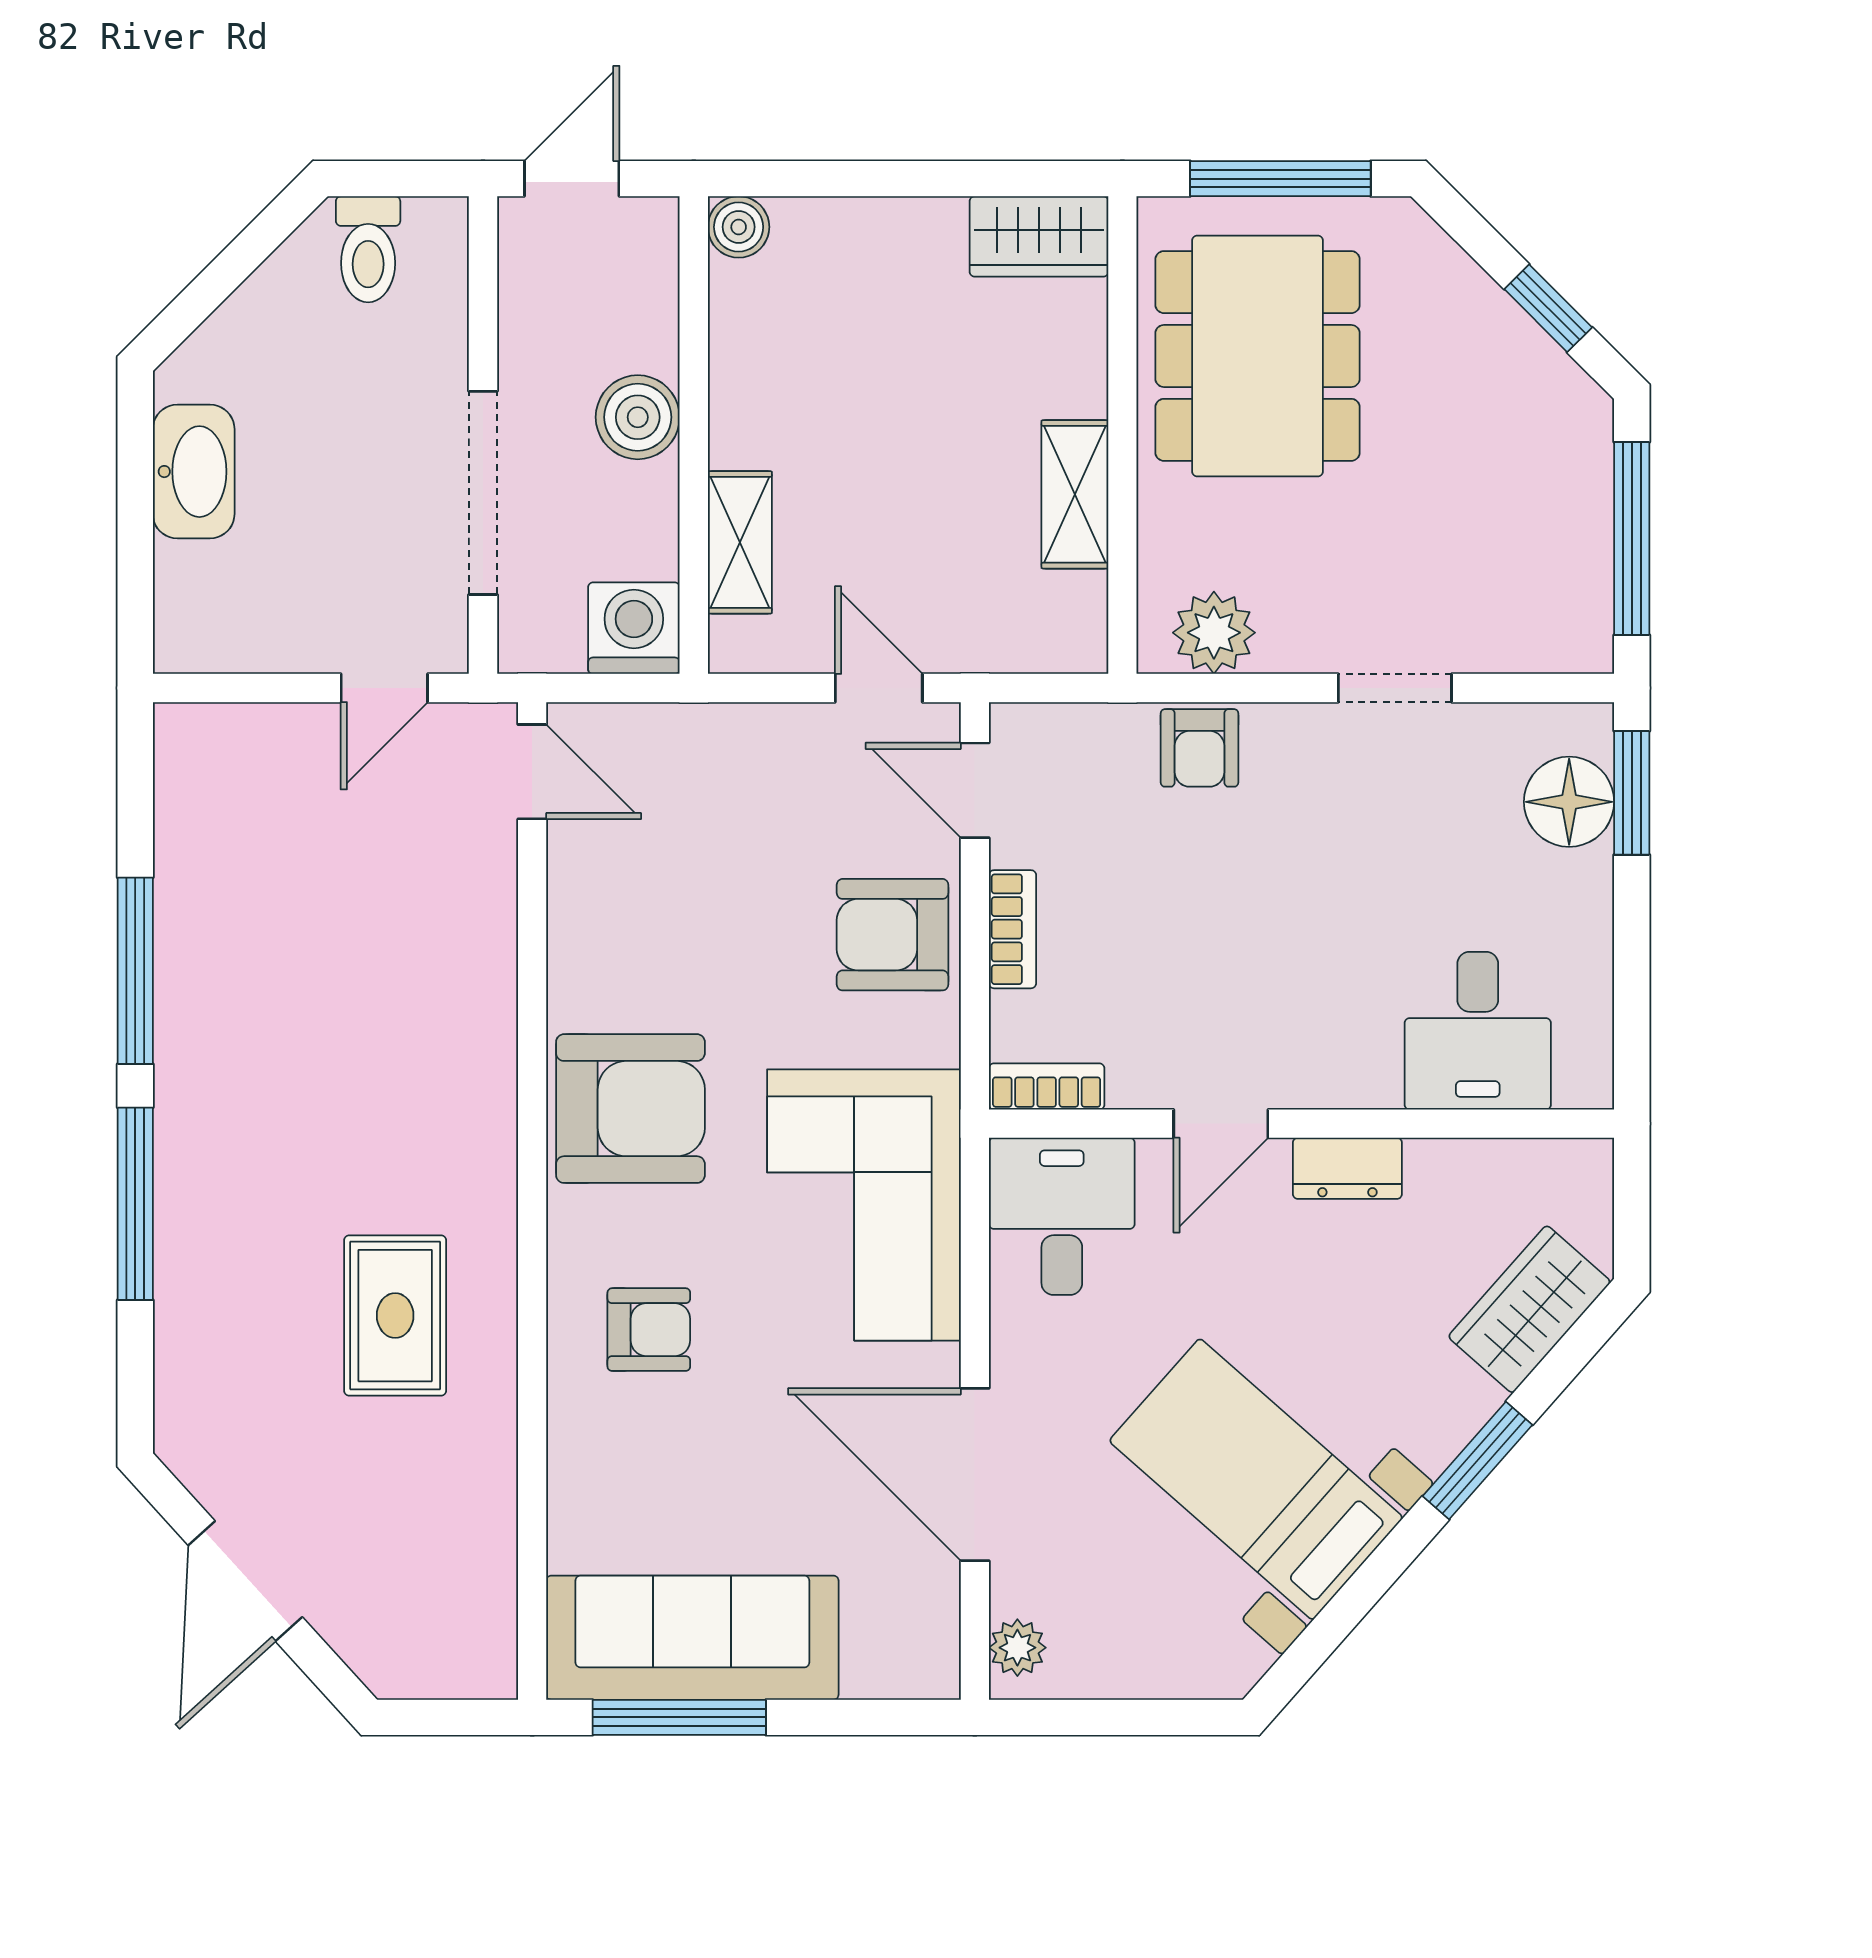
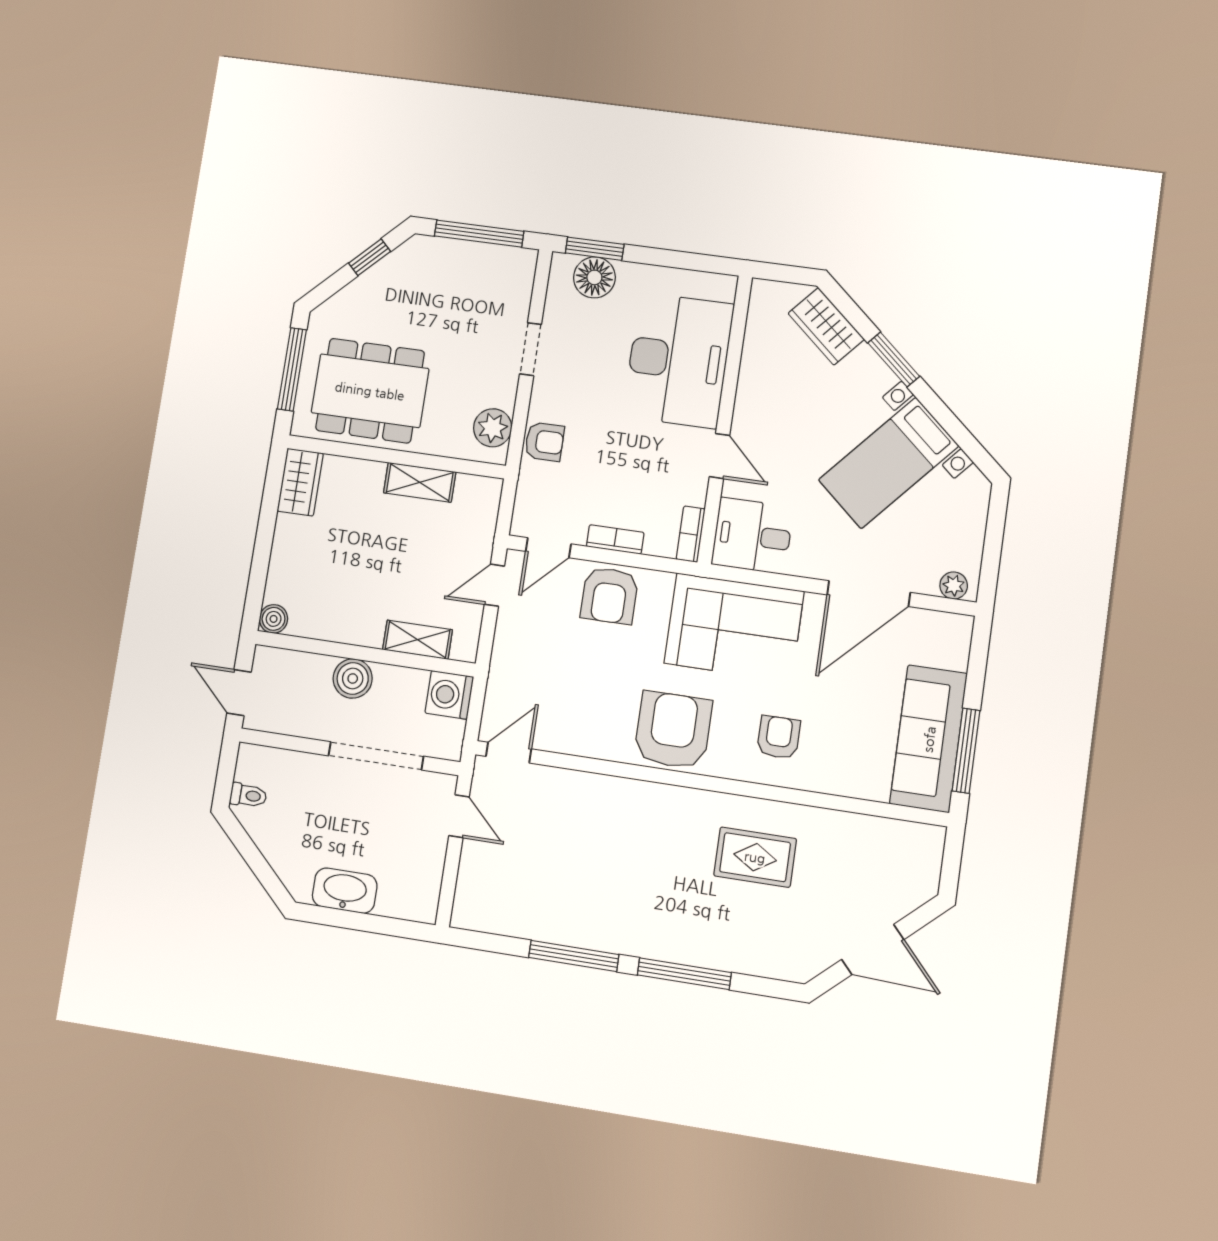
toilet: (368, 249) -> (248, 795), width x0.73, depth x0.72
desk: (1478, 1031) -> (678, 360), width x1.87, depth x1.30
dresser: (1347, 1168) -> (749, 401), removed

